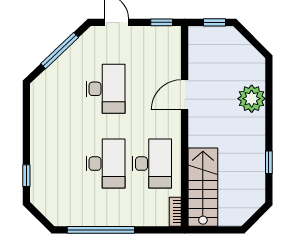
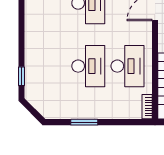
window: (101, 230) -> (84, 122), width x0.47

